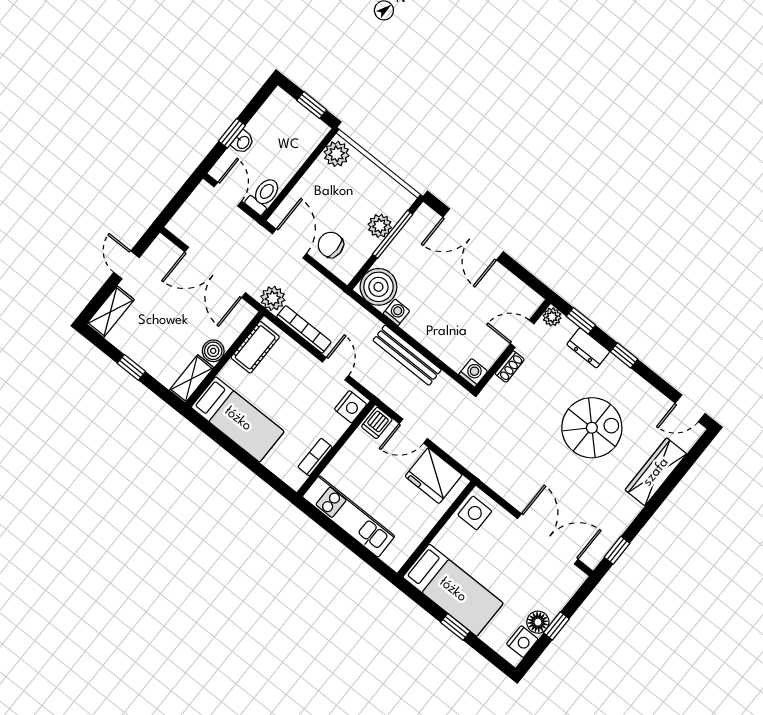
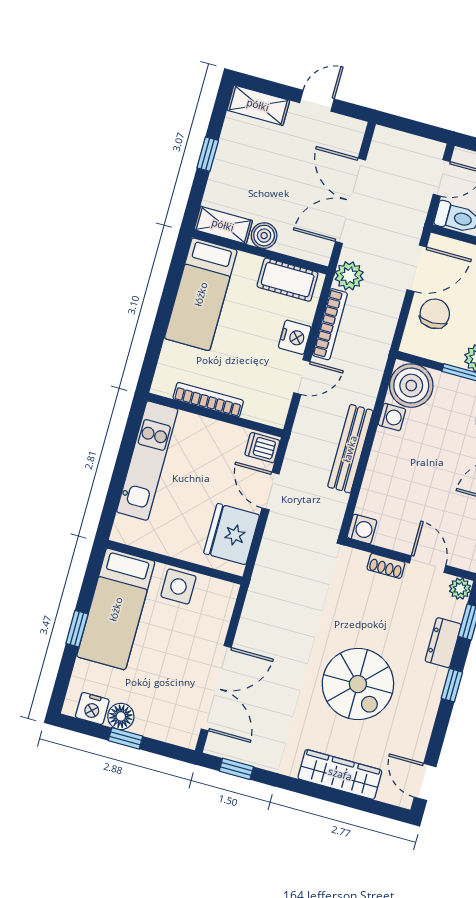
nightstand: (351, 407) -> (295, 337), moved, turned -90
bookcase: (315, 457) -> (208, 400), width x1.56
side table: (475, 513) -> (178, 586), moved

